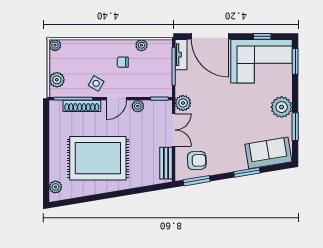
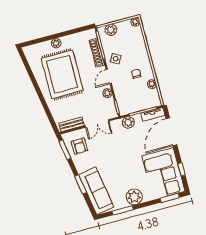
door: (117, 99) -> (109, 76), hinge flipped
plant: (183, 103) -> (128, 122), moved
sofa: (268, 153) -> (96, 191), width x1.36
plant: (55, 187) -> (56, 43), moved

